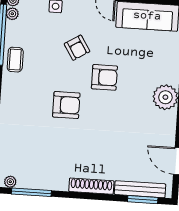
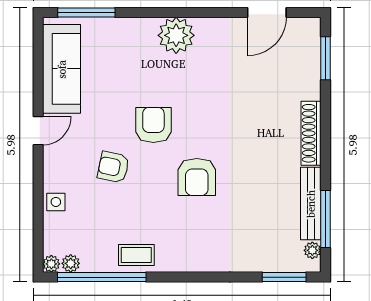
armchair: (77, 48) -> (113, 167), turned -136
armchair: (66, 105) -> (197, 177), turned 180
bench: (140, 189) -> (311, 204), moved

